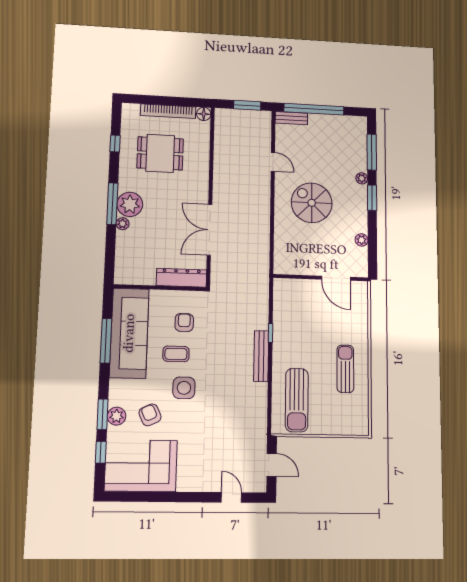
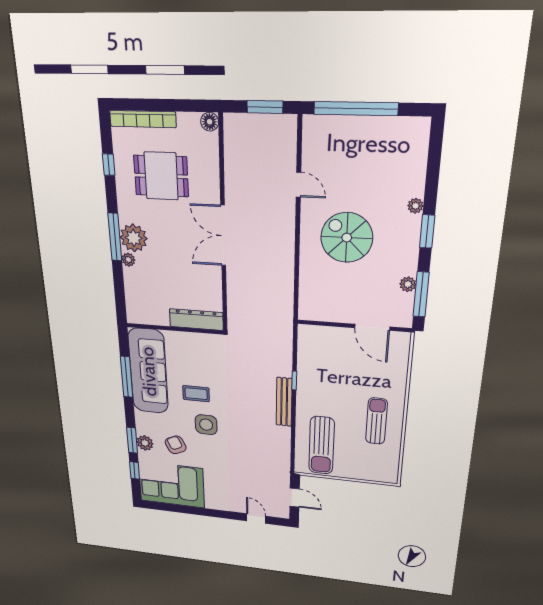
bookcase: (168, 111) -> (143, 119), moved
bench: (291, 118) -> (324, 123), removed
window: (372, 152) -> (421, 294), moved
double door: (210, 230) -> (223, 236), moved
armchair: (184, 322) -> (202, 365), removed

